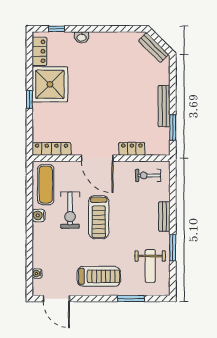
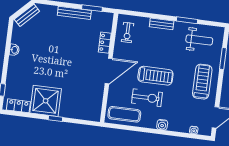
washbasin: (82, 37) -> (14, 50), moved
locker: (52, 149) -> (97, 106), removed
water cooler: (39, 215) -> (162, 125), moved

